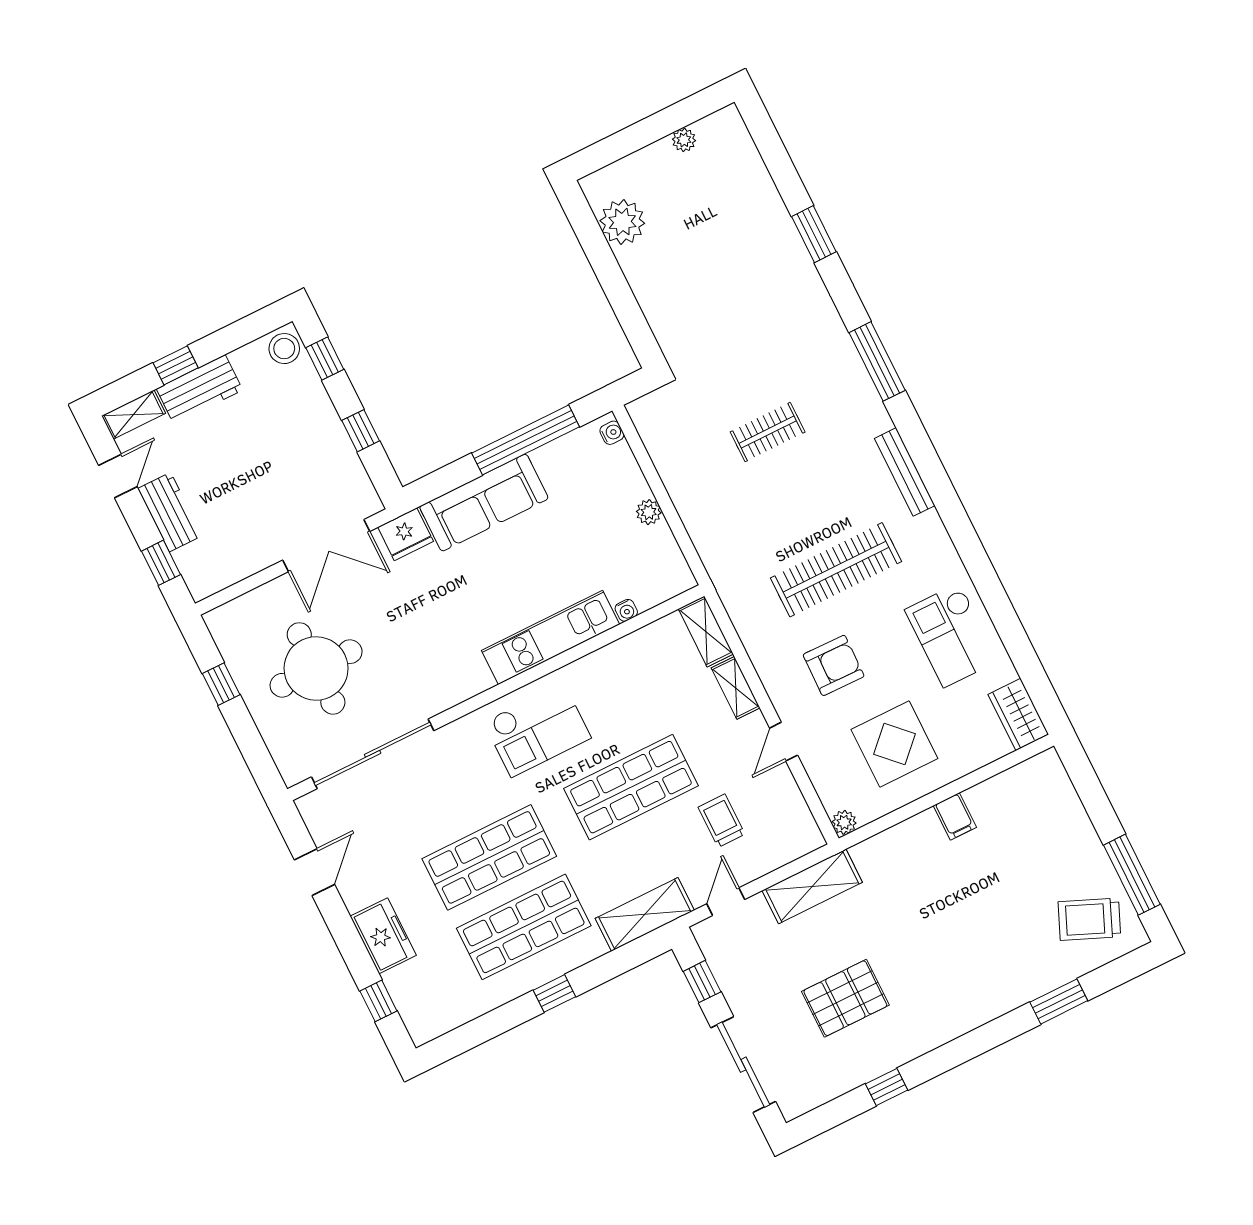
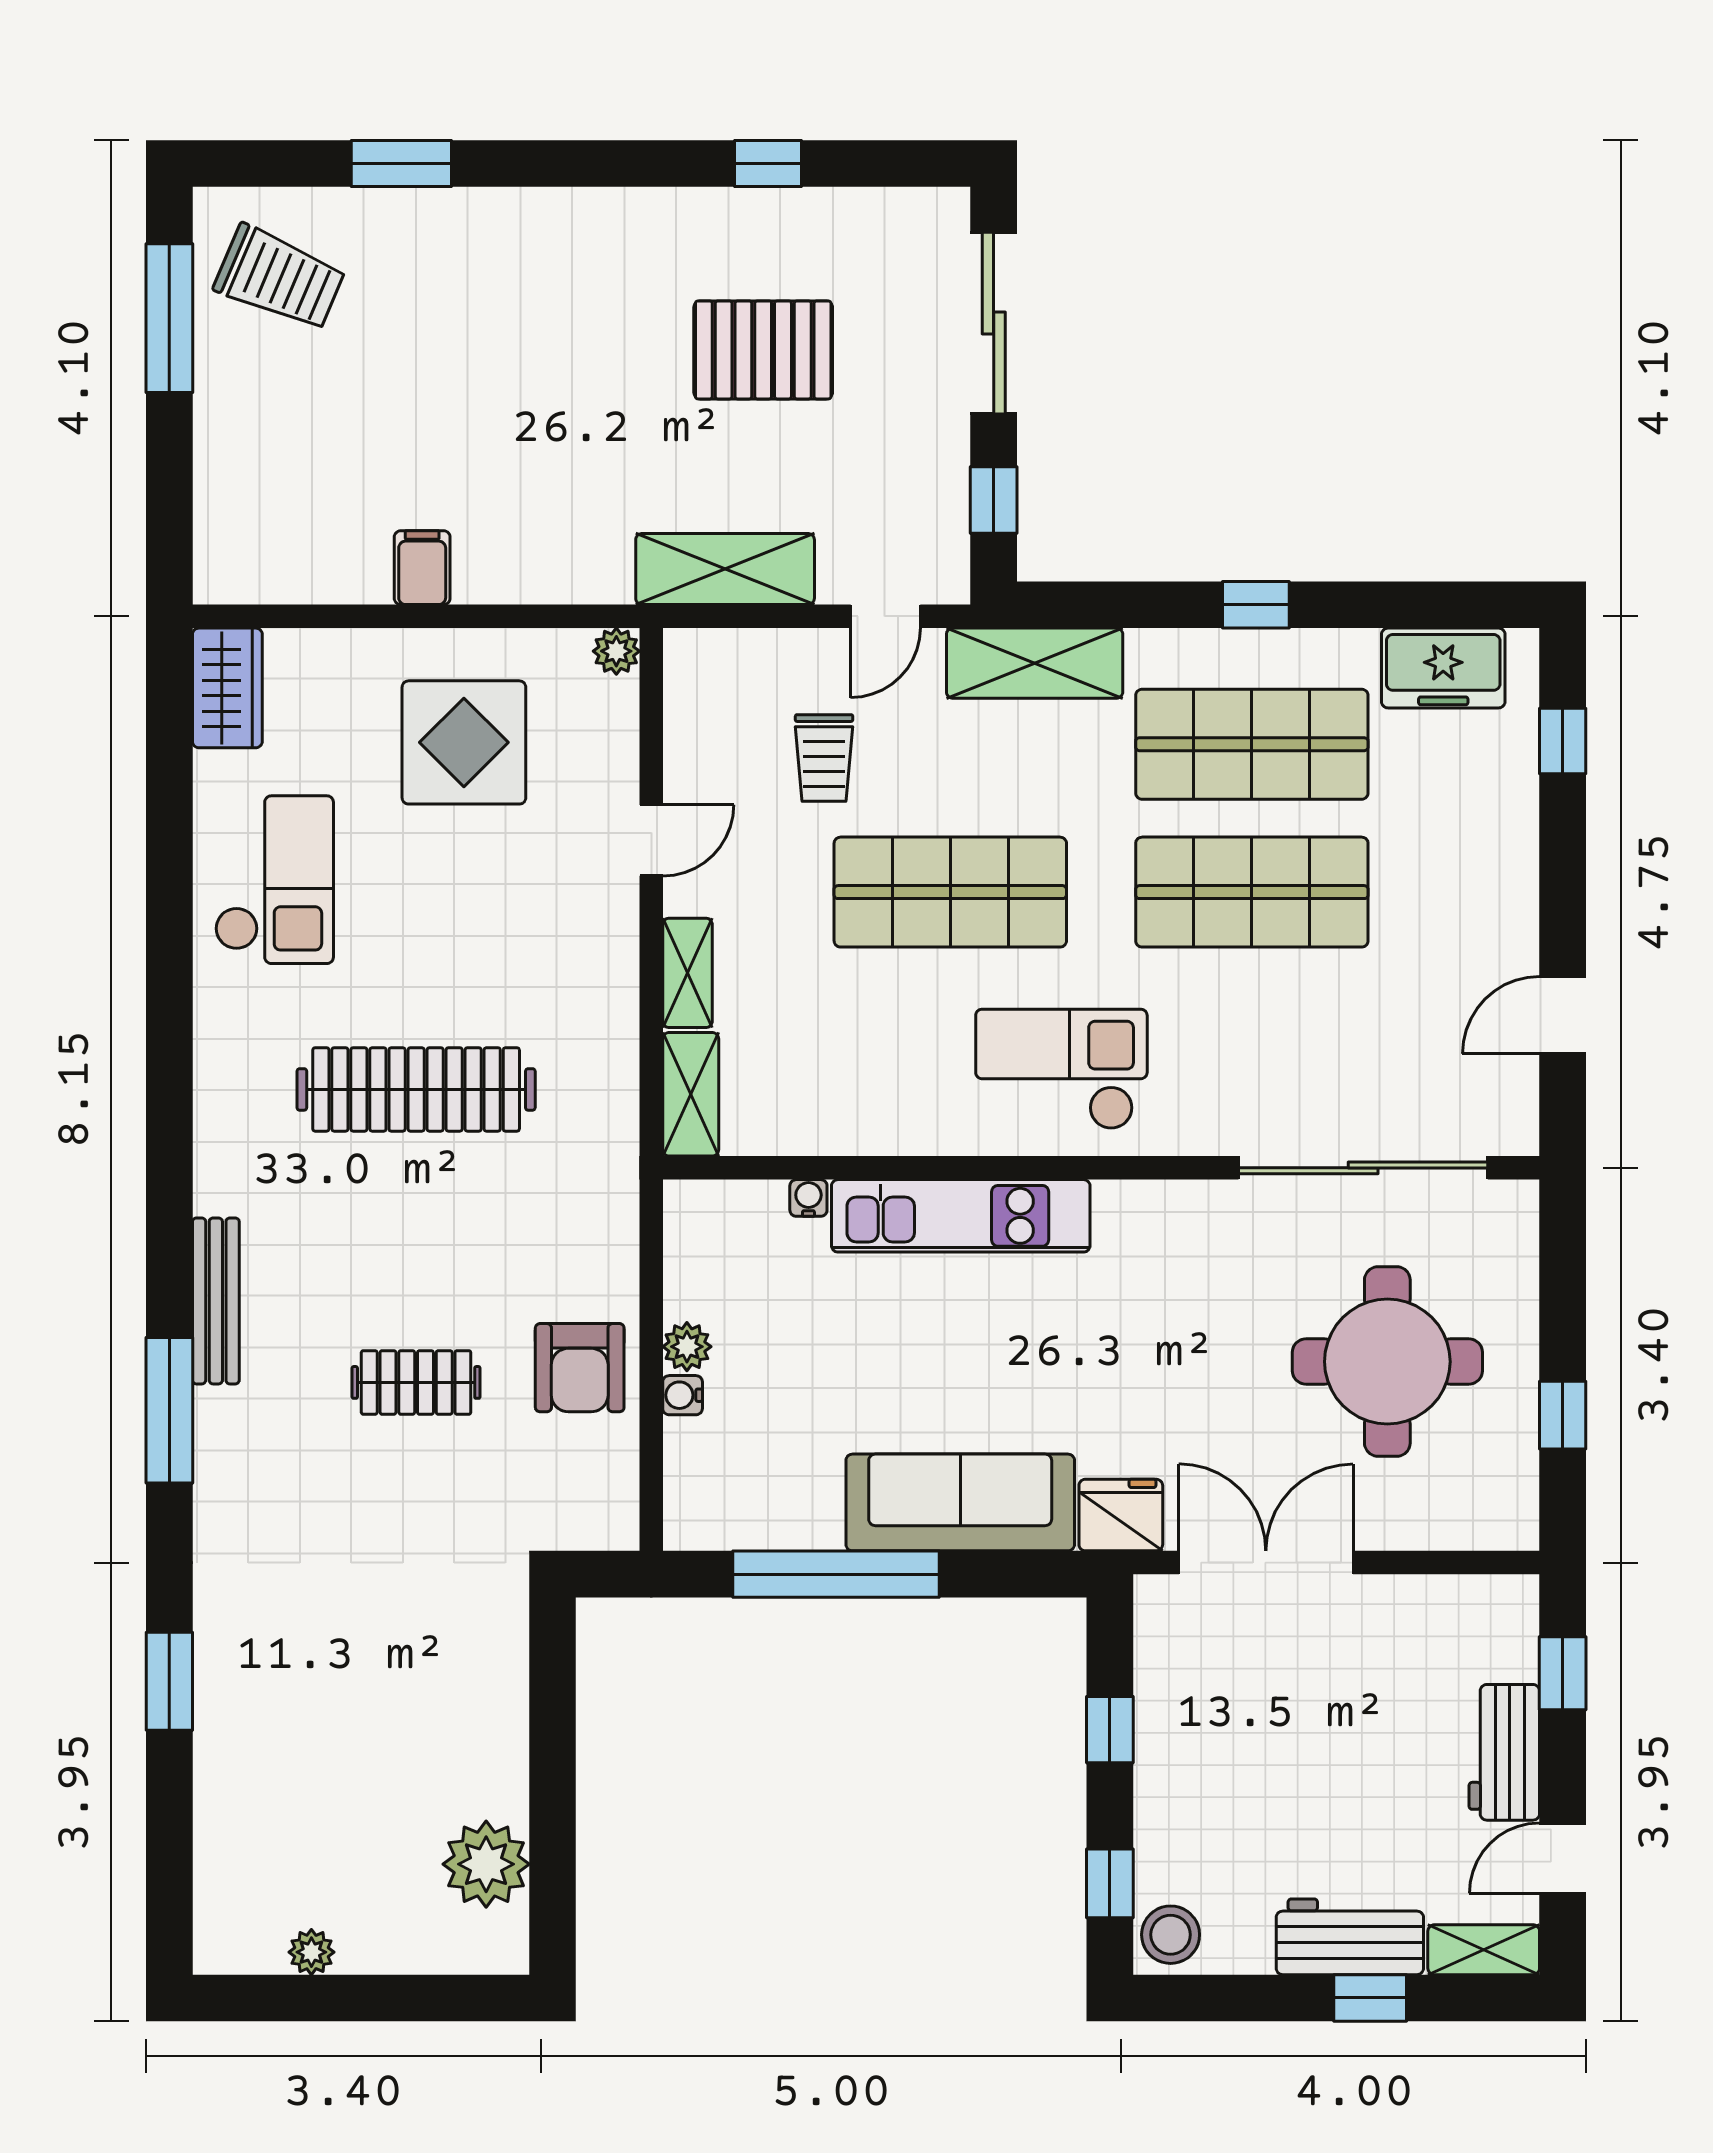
water cooler: (612, 433) -> (683, 1395), moved
bench: (905, 472) -> (216, 1301), moved
armchair: (834, 665) -> (580, 1368), moved, turned -91
freezer: (383, 936) -> (1443, 668), moved, turned -90

